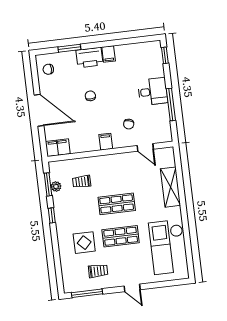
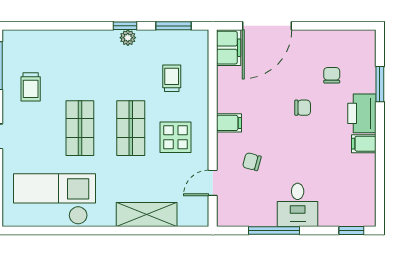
chair: (48, 69) -> (332, 75), moved
door: (39, 110) -> (267, 26), moved
plant: (56, 187) -> (128, 38), moved
display table: (84, 243) -> (176, 137), moved

